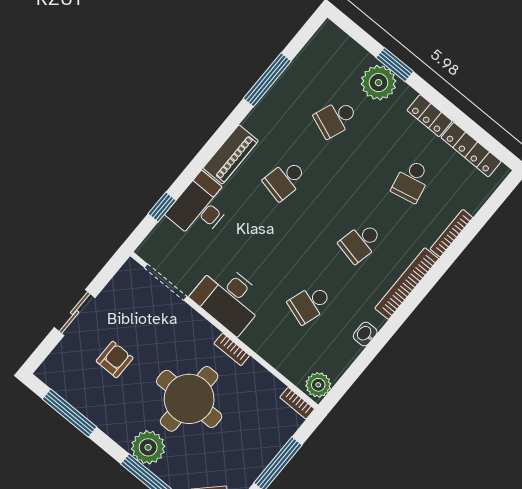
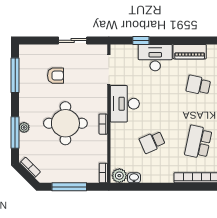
school desk: (361, 242) -> (198, 142), width x1.85
school desk: (310, 304) -> (152, 142), turned -42
sliding door: (75, 313) -> (73, 40), moved
washbasin: (365, 334) -> (134, 178), moved
plant: (148, 447) -> (24, 127), width x0.53, depth x0.53

